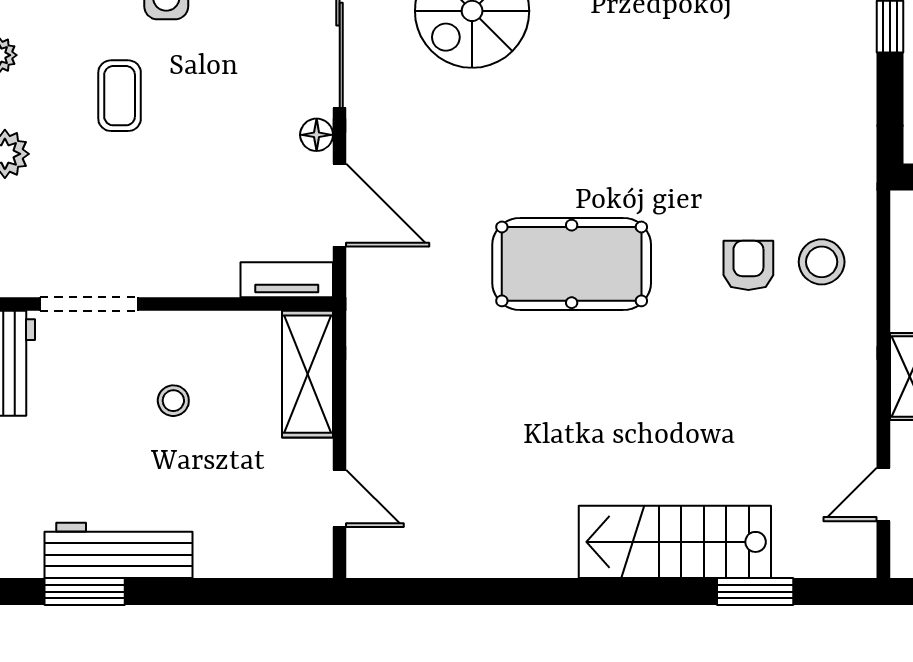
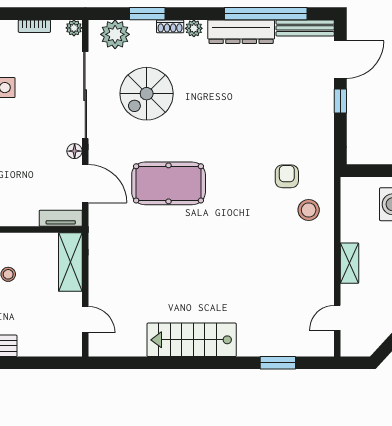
pool table: (572, 264) -> (169, 183), moved
armchair: (748, 265) -> (287, 176), moved
stairs: (675, 542) -> (192, 340), moved

